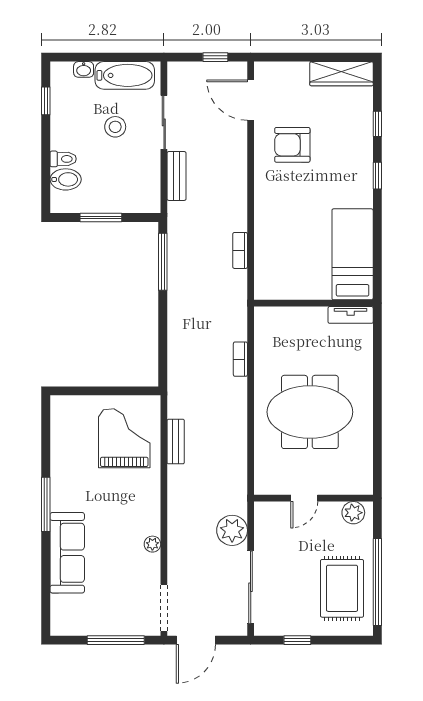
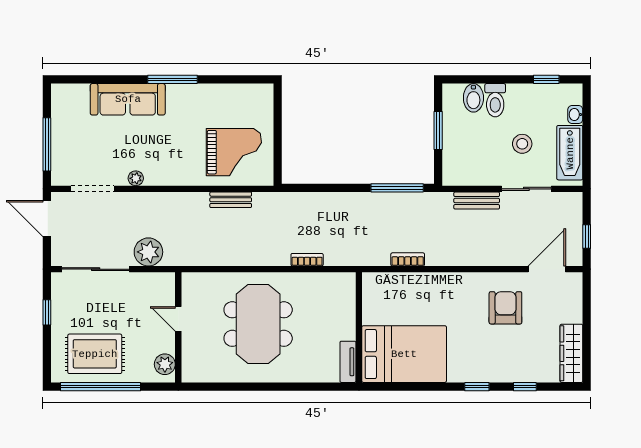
toilet: (63, 159) -> (495, 100), width x1.37, depth x1.39
bed: (353, 254) -> (404, 354), width x1.50
doorway: (164, 608) -> (93, 189), moved

